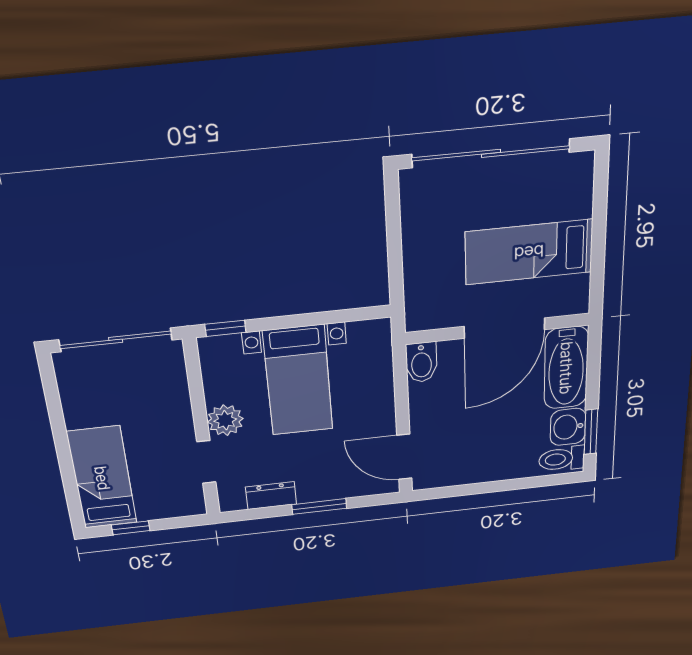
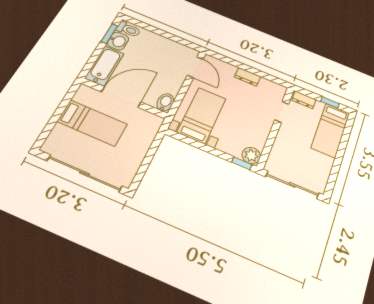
bed with nightstands: (298, 381) -> (202, 115), moved
plant: (225, 420) -> (251, 156), moved
dresser: (271, 496) -> (248, 77), moved
dresser: (179, 507) -> (304, 100), added
window: (319, 507) -> (244, 67), removed

